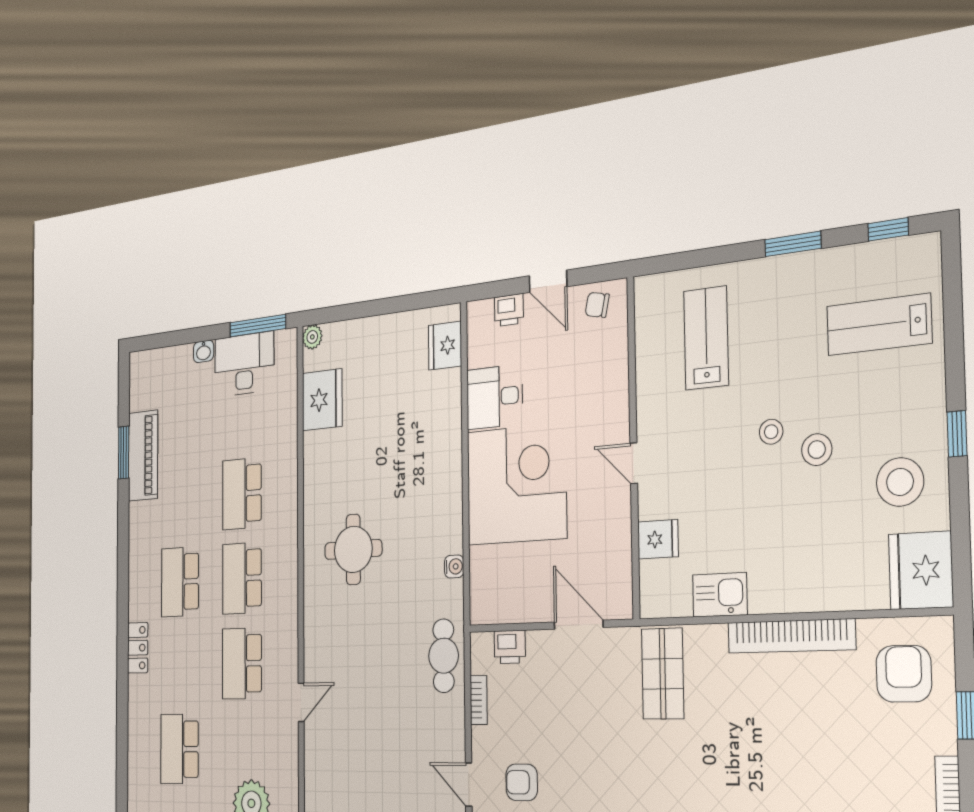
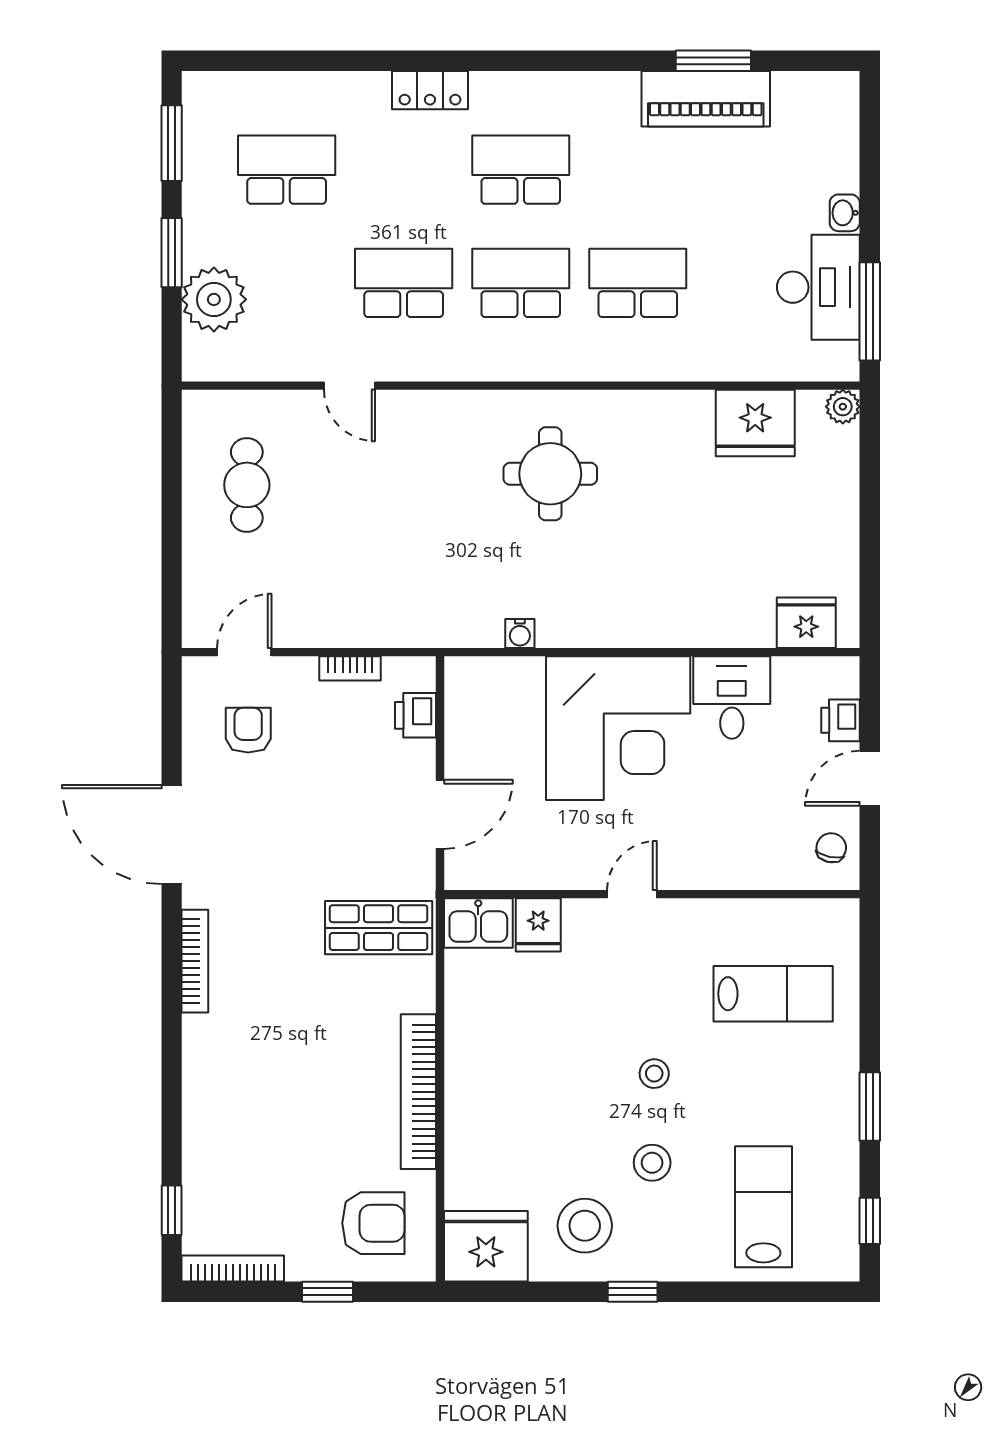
stool: (817, 450) -> (652, 1163), moved
kitchen sink: (720, 595) -> (478, 923), moved, turned 90
cafe table: (444, 656) -> (247, 485), moved, turned 90

